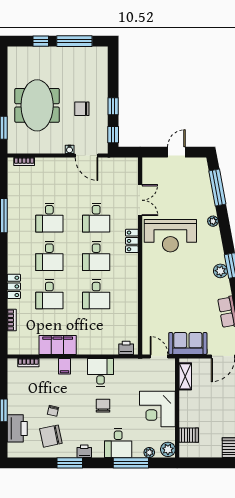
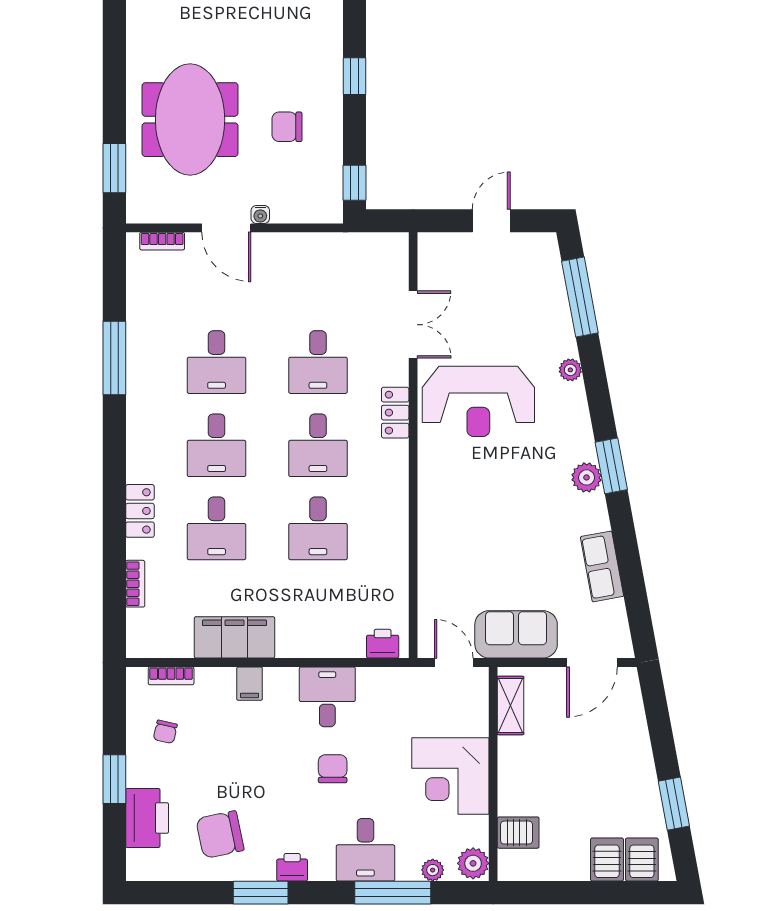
window: (113, 106) -> (354, 76), moved
door: (87, 156) -> (226, 228), moved
chair: (53, 411) -> (165, 732), moved

